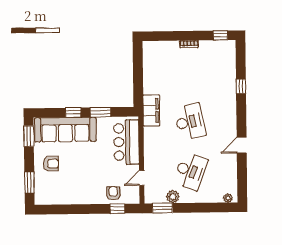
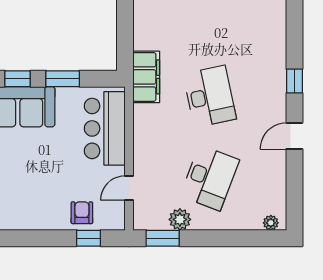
window: (241, 86) -> (294, 81), moved

